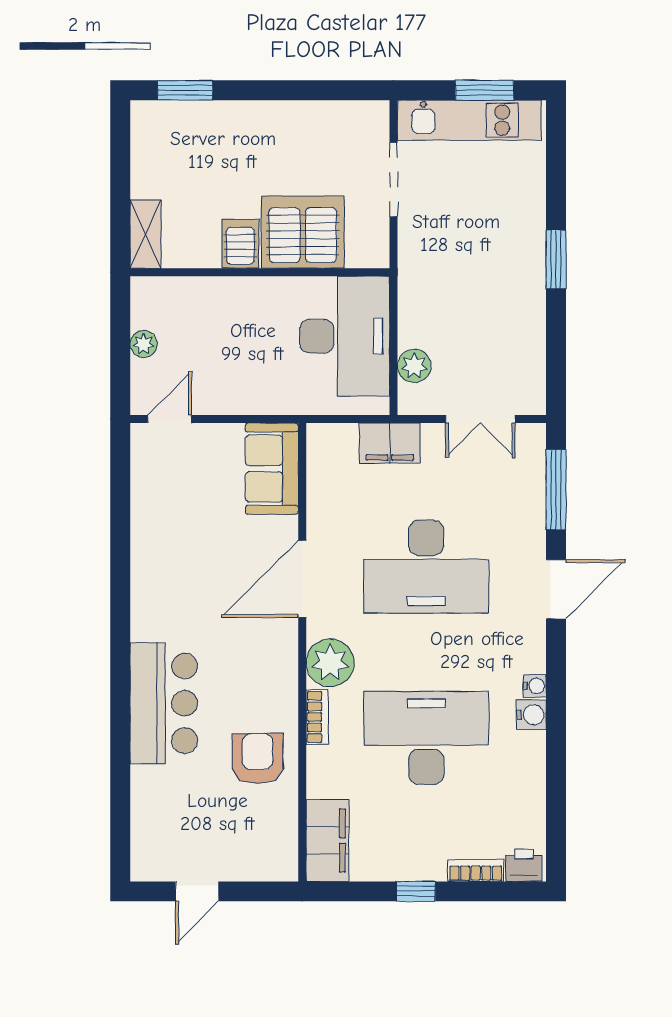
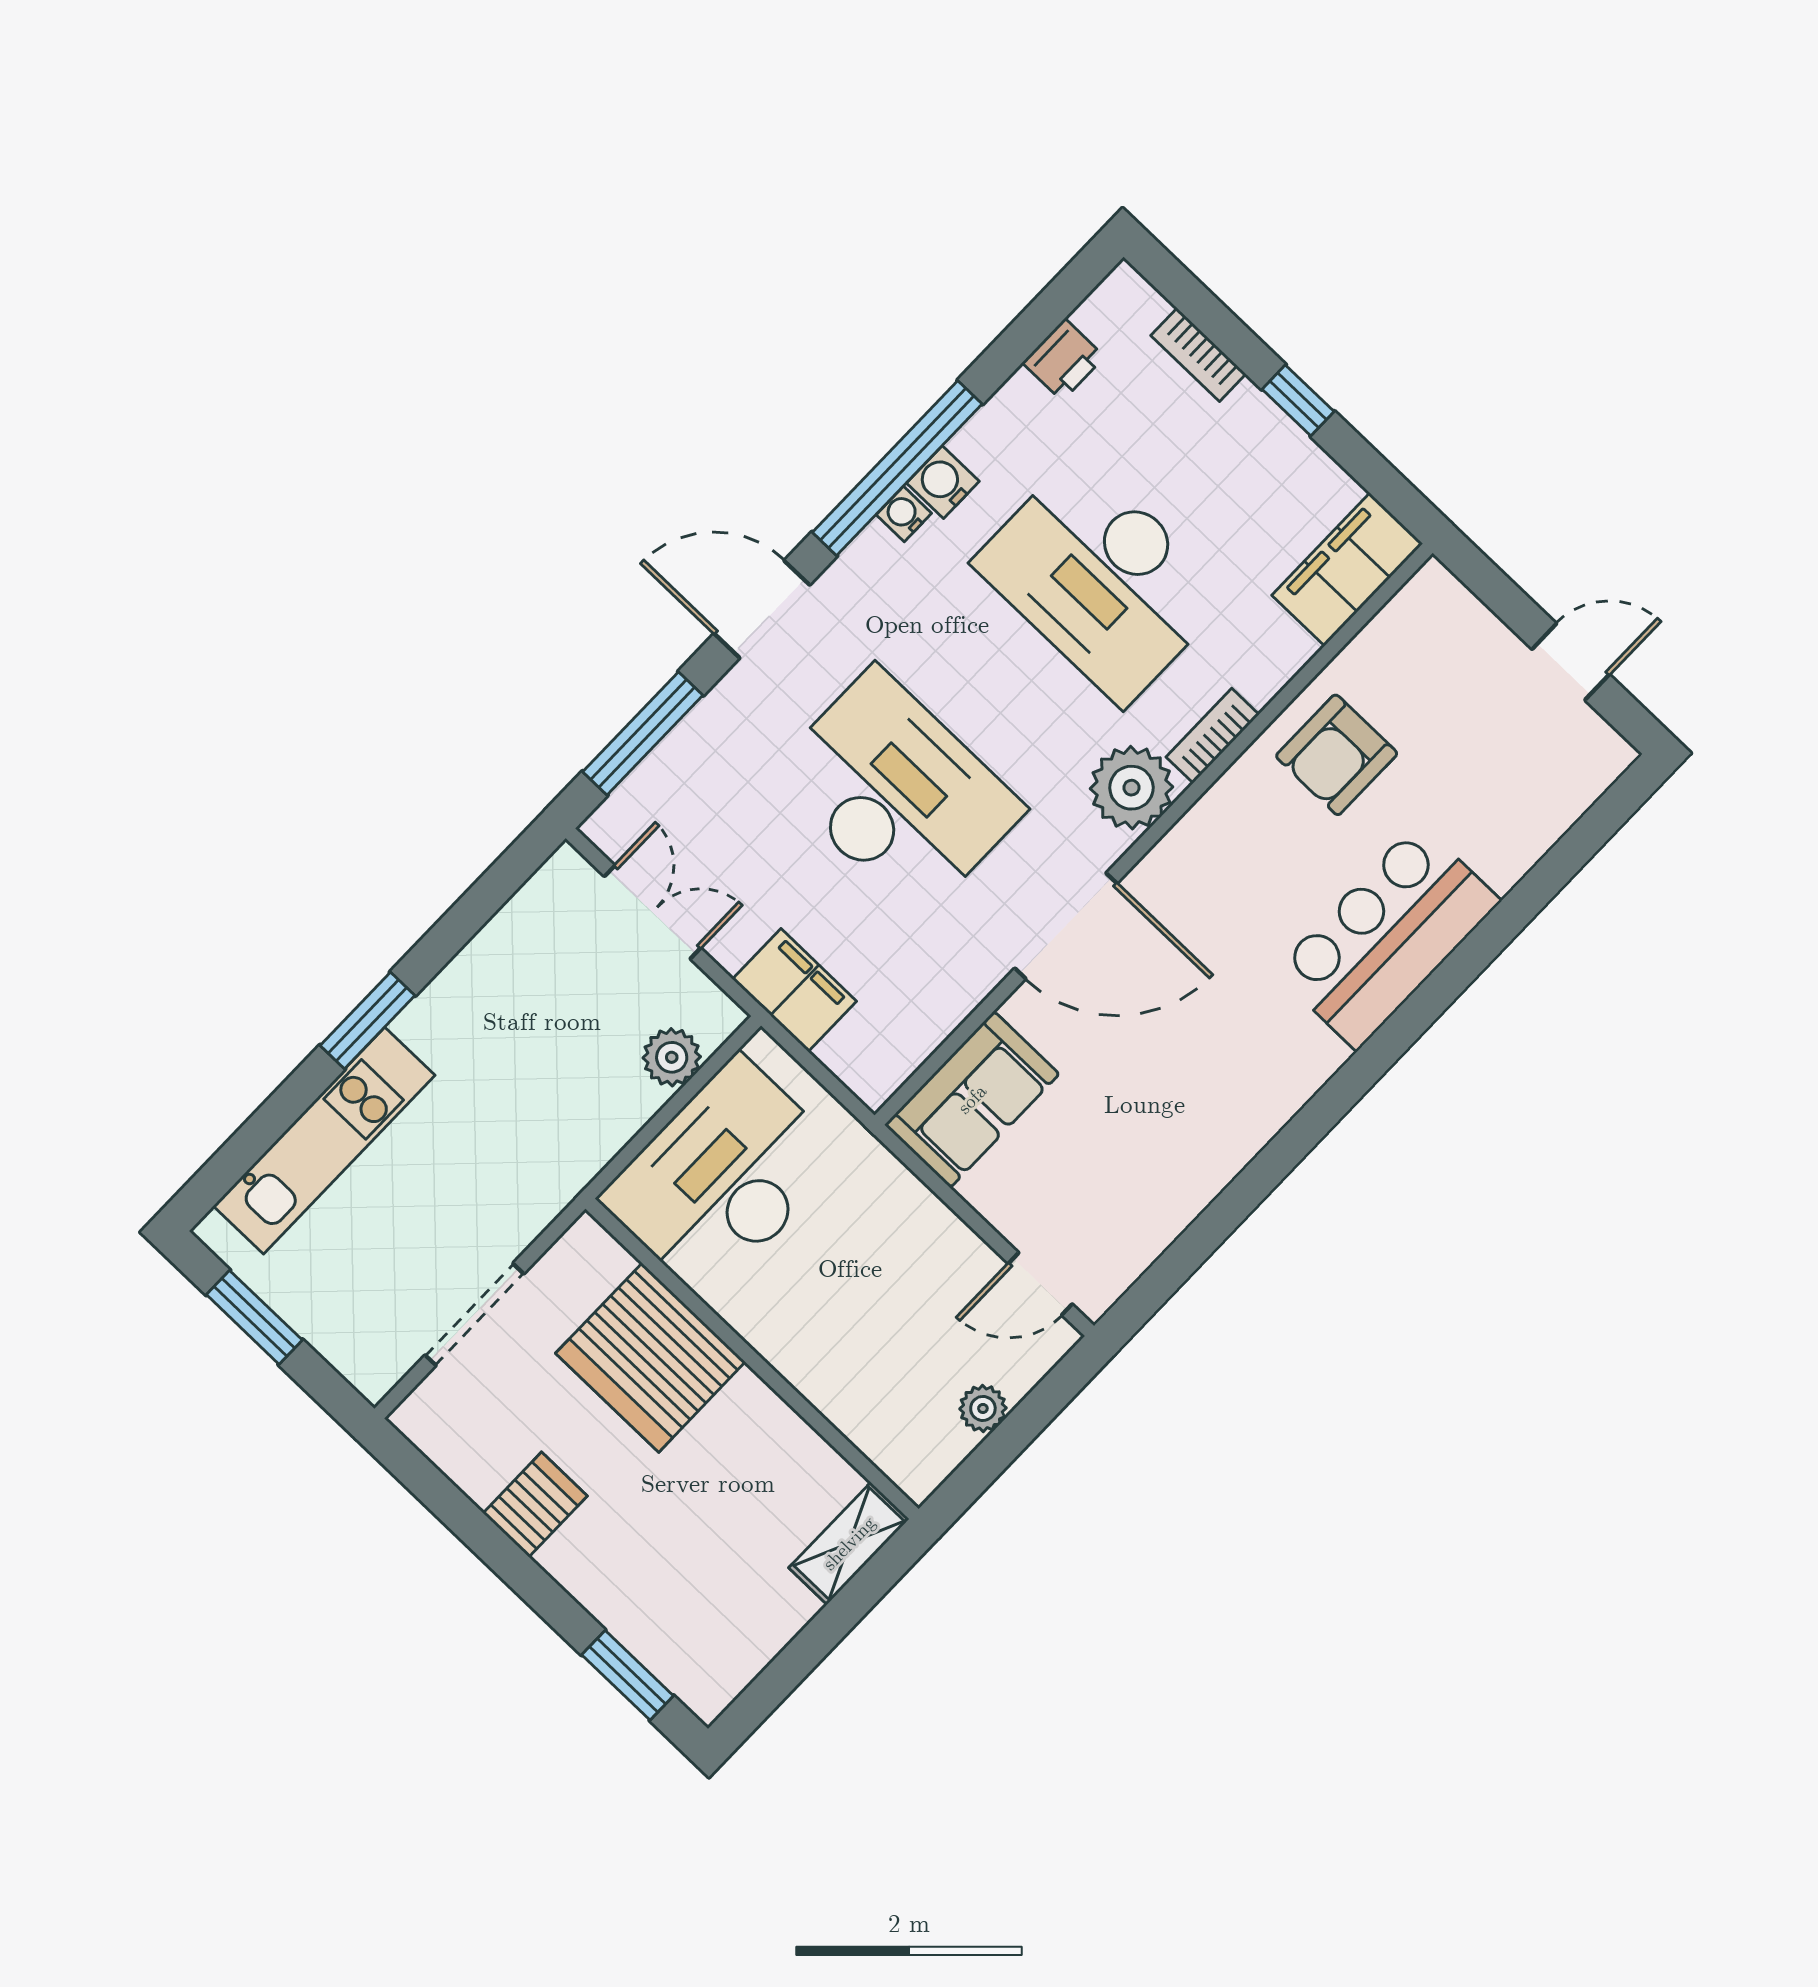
kitchen unit: (469, 120) -> (324, 1141), moved, turned 90
server rack: (240, 244) -> (535, 1505), moved, turned 180
window: (556, 702) -> (897, 468), added
printer: (524, 865) -> (1063, 360), moved, turned -90

